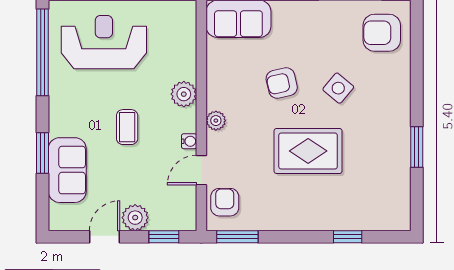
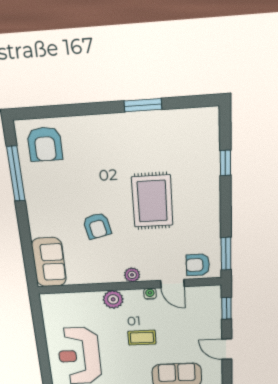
side table: (338, 88) -> (97, 179), removed
plant: (135, 218) -> (212, 329), removed

